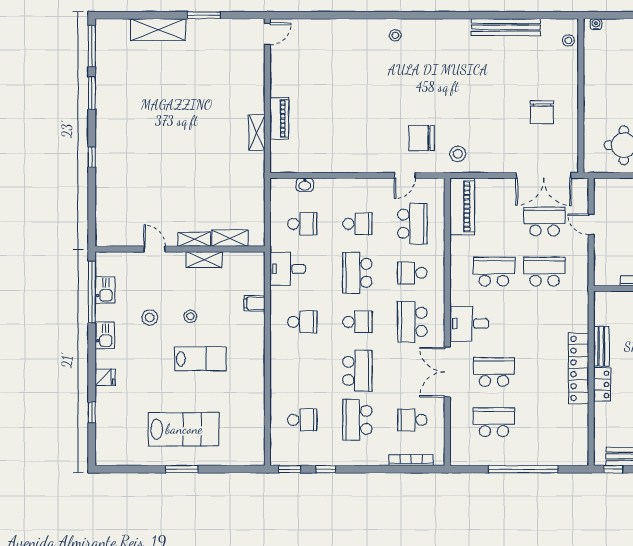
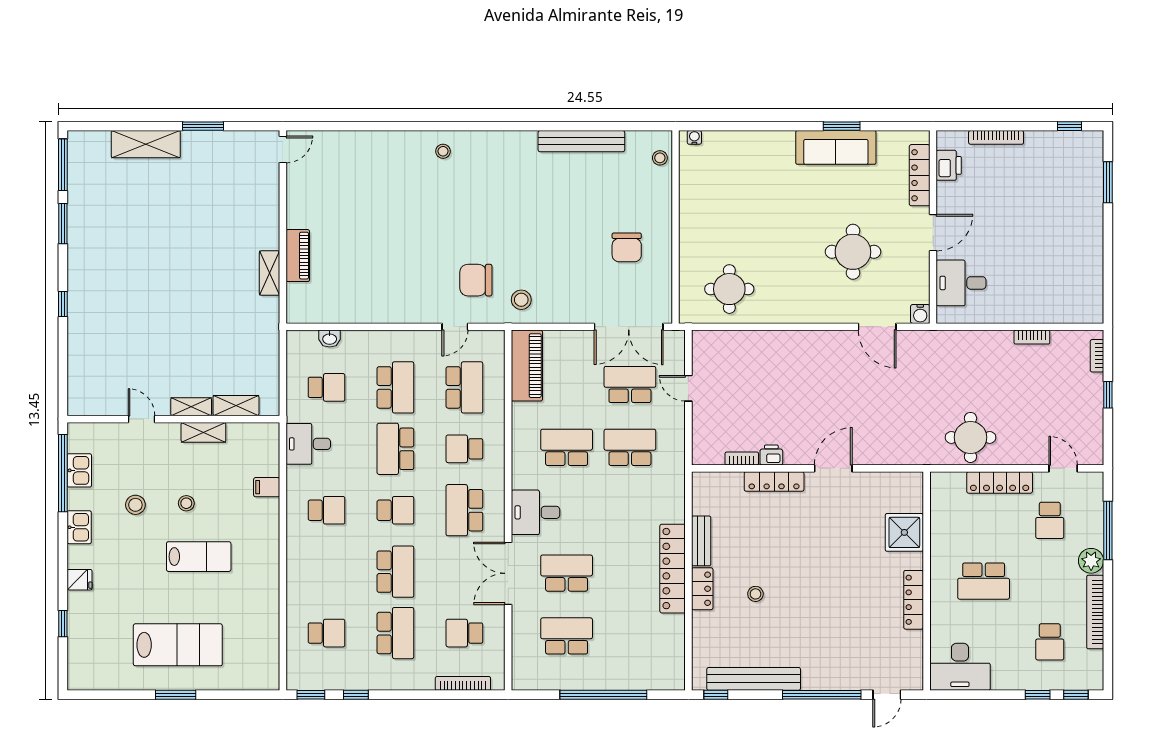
school desk: (357, 224) -> (395, 387), width x1.85
school desk: (357, 420) -> (395, 633), turned 180

